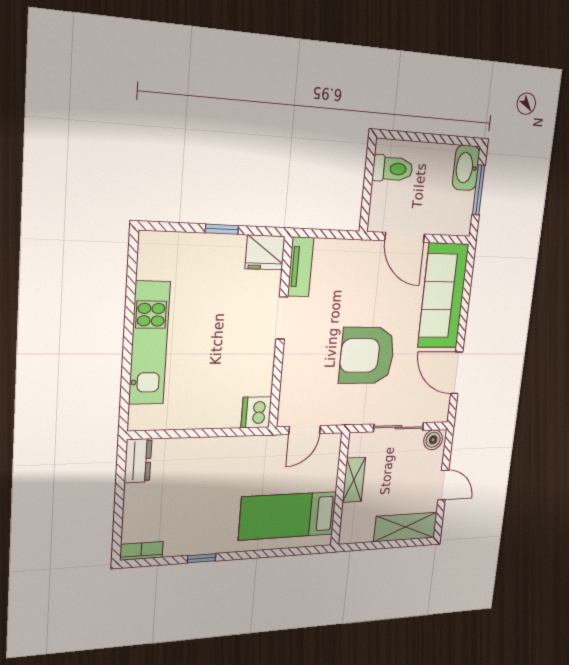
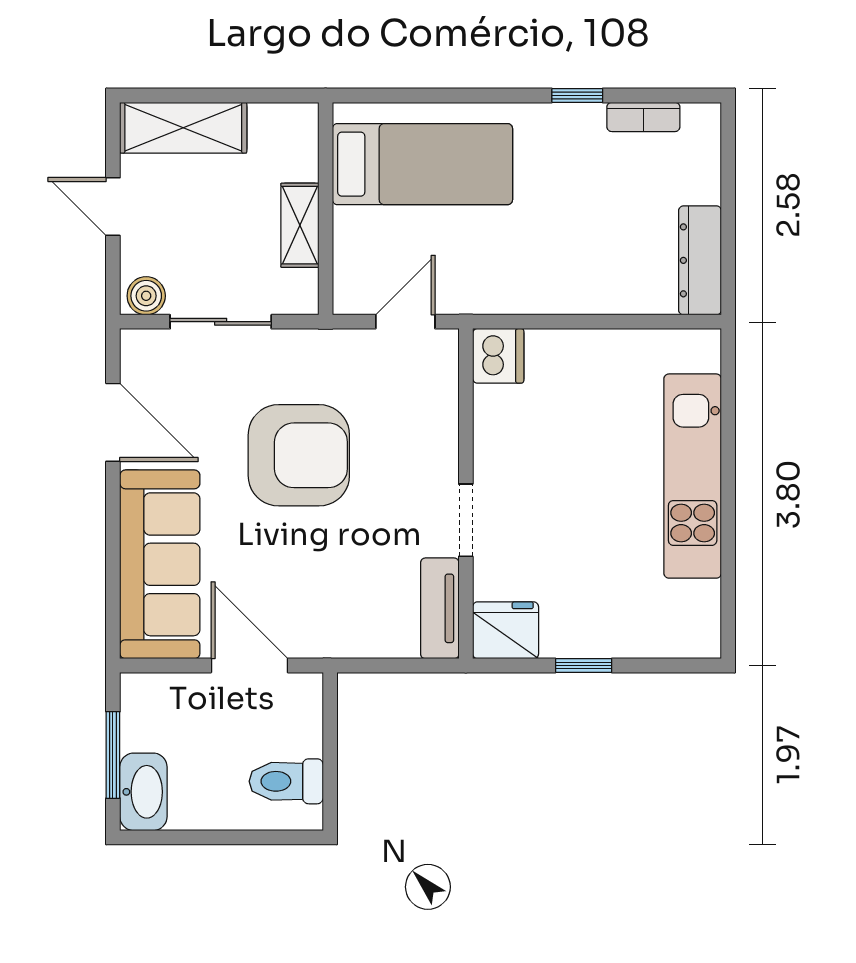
dresser: (138, 461) -> (700, 260), width x1.44
bookcase: (141, 551) -> (643, 117), moved

